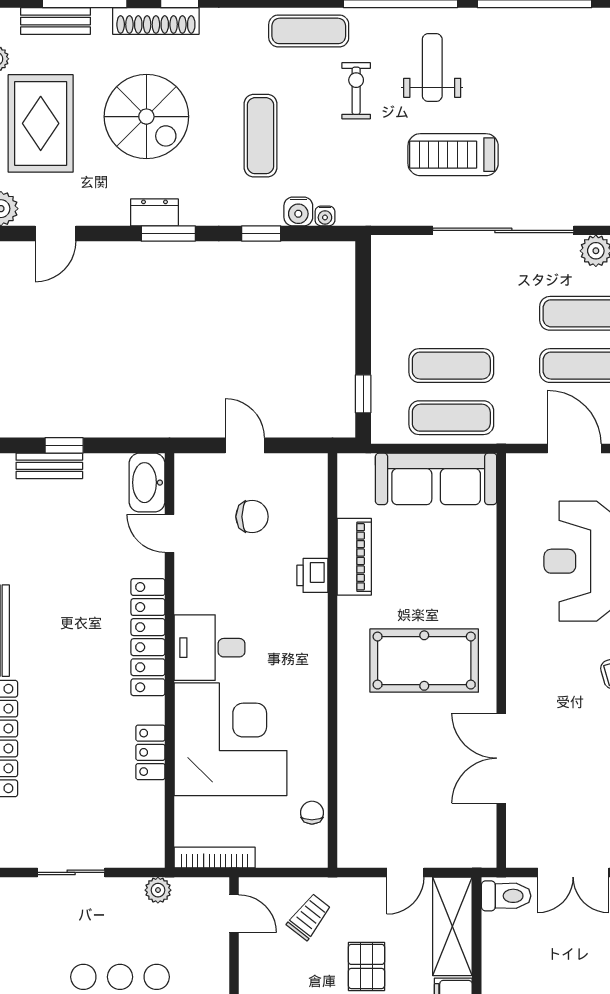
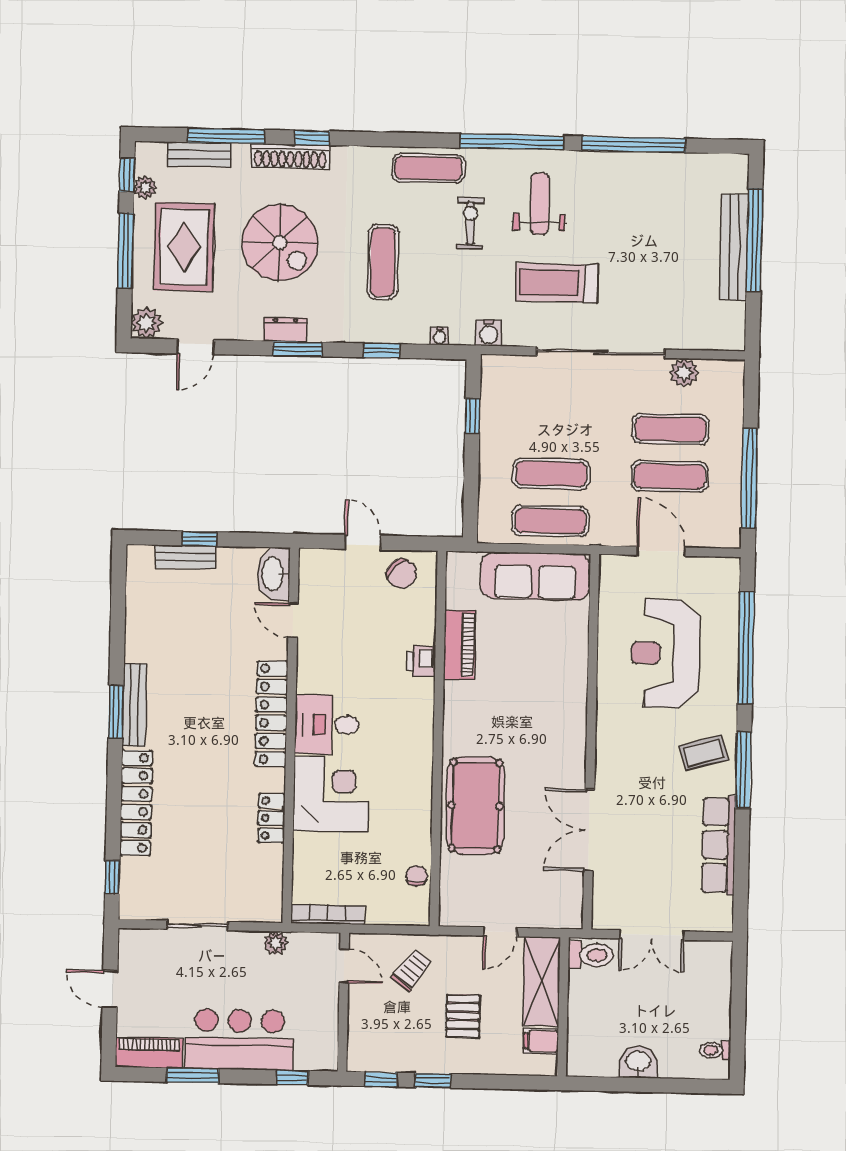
water cooler: (298, 211) -> (489, 333), moved
window: (363, 394) -> (473, 416), moved
chair: (252, 517) -> (402, 574), moved, turned 45
pool table: (424, 661) -> (475, 806), moved, turned 90
corner desk: (231, 739) -> (331, 794), width x0.74, depth x0.74

